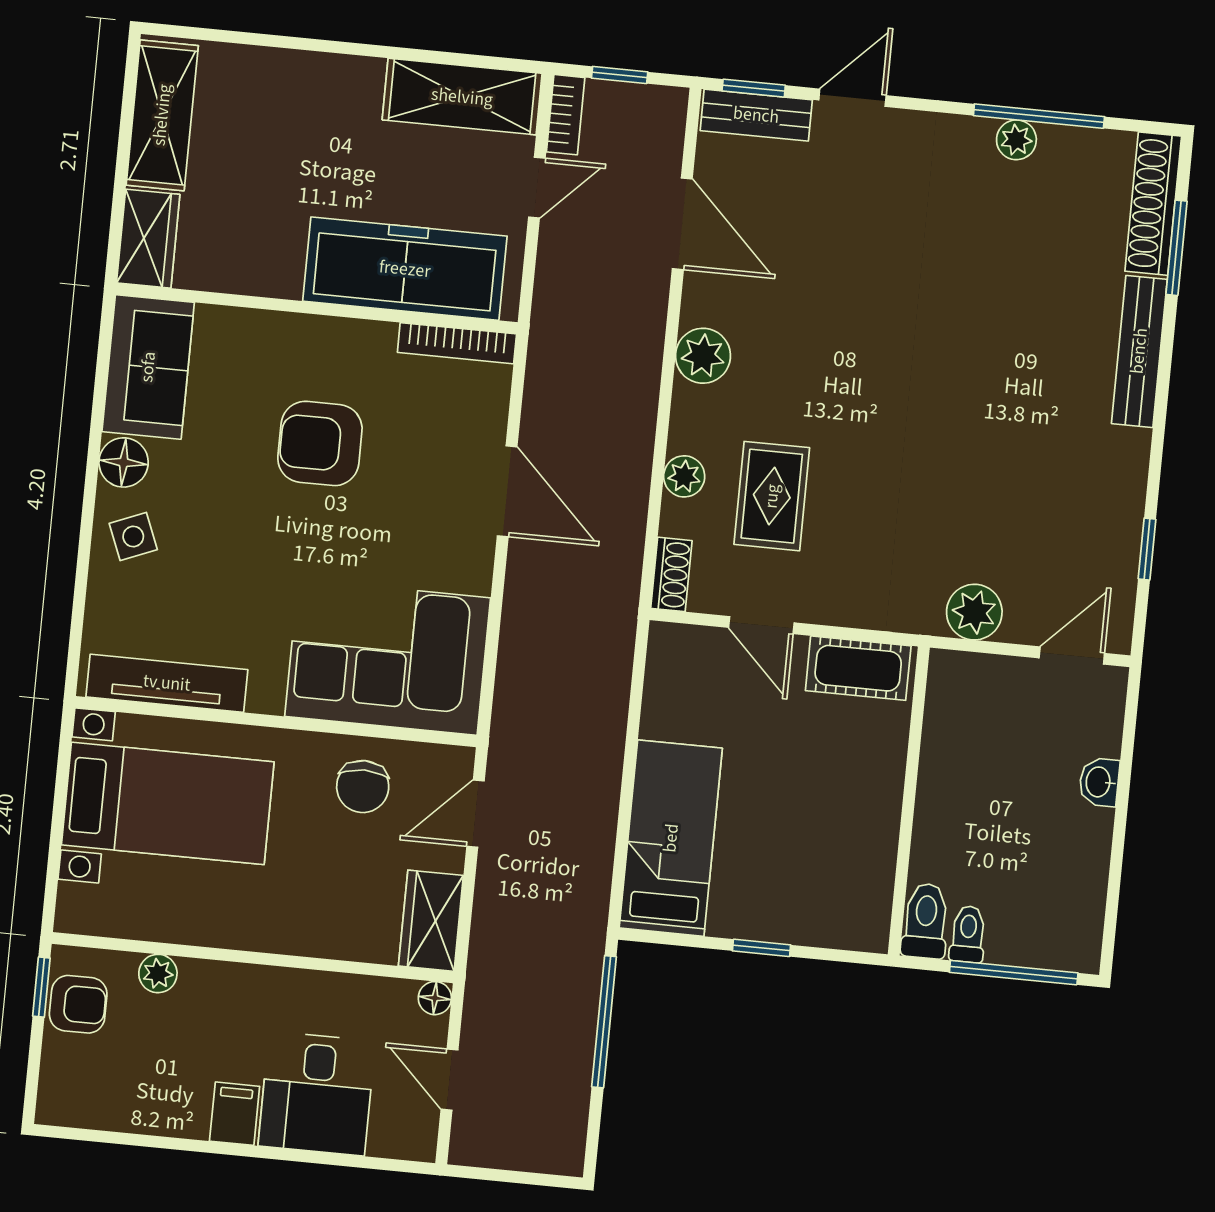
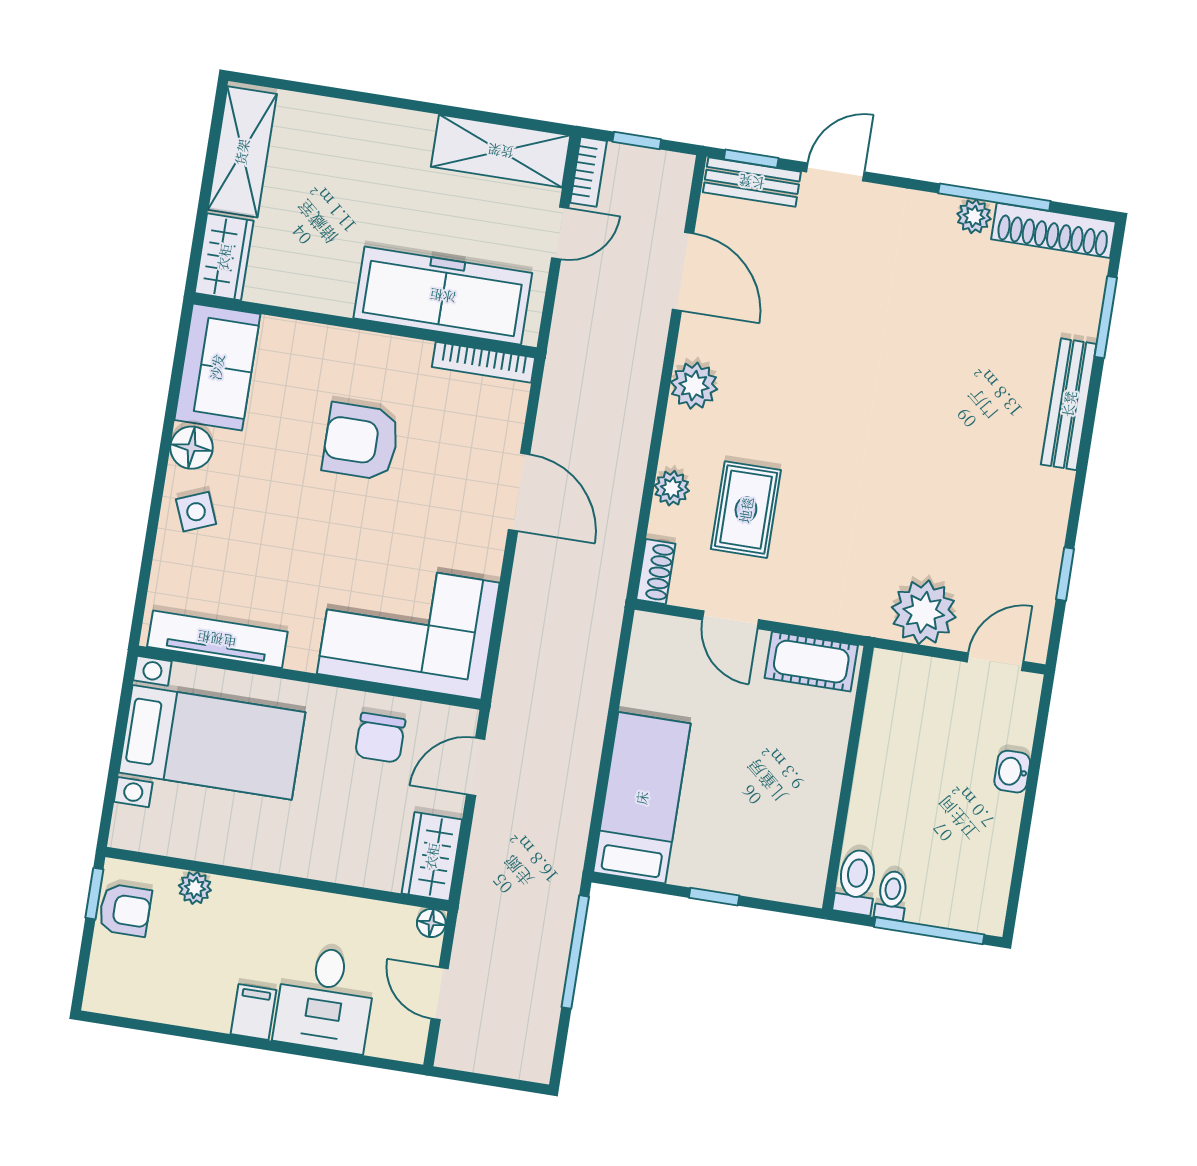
shoe rack: (1153, 204) -> (1053, 230), moved, turned -90
plant: (974, 612) -> (924, 612), width x1.36, depth x1.36

